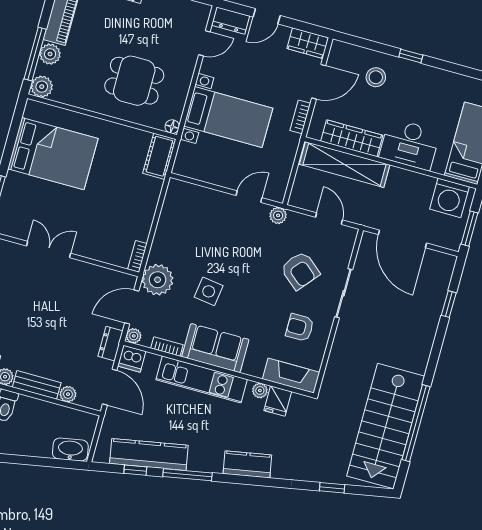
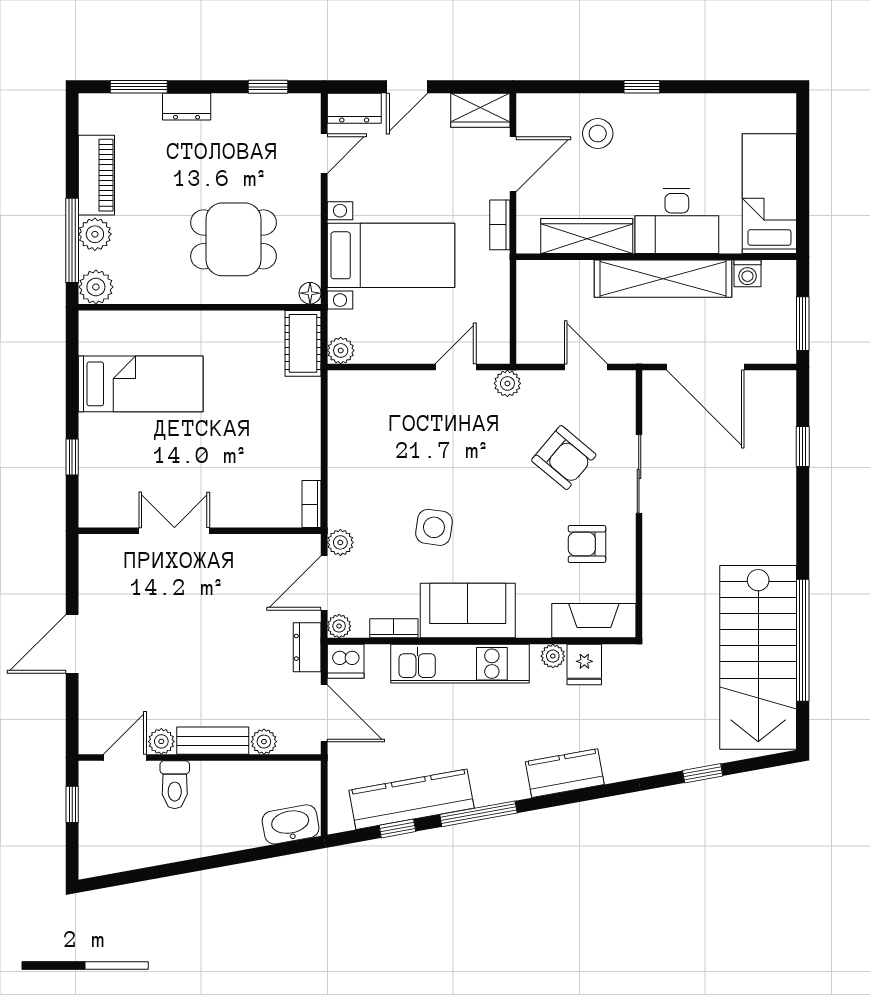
bed: (53, 154) -> (141, 384), width x0.67
shelving: (345, 165) -> (663, 279), moved
plant: (181, 167) -> (341, 350), added
washing machine: (449, 198) -> (748, 273), width x0.53, depth x0.53
plant: (158, 280) -> (340, 542), width x0.53, depth x0.53

